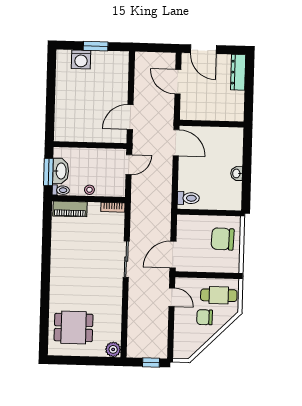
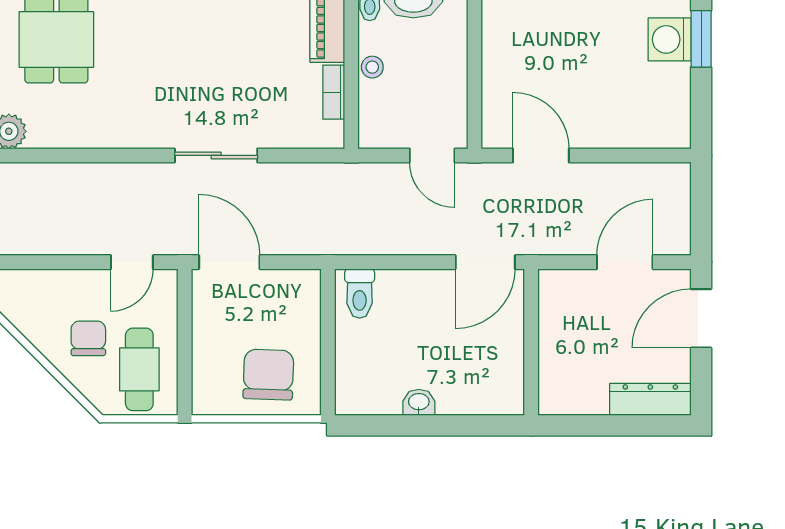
window: (96, 46) -> (701, 39), moved
bookcase: (113, 207) -> (334, 92), moved

